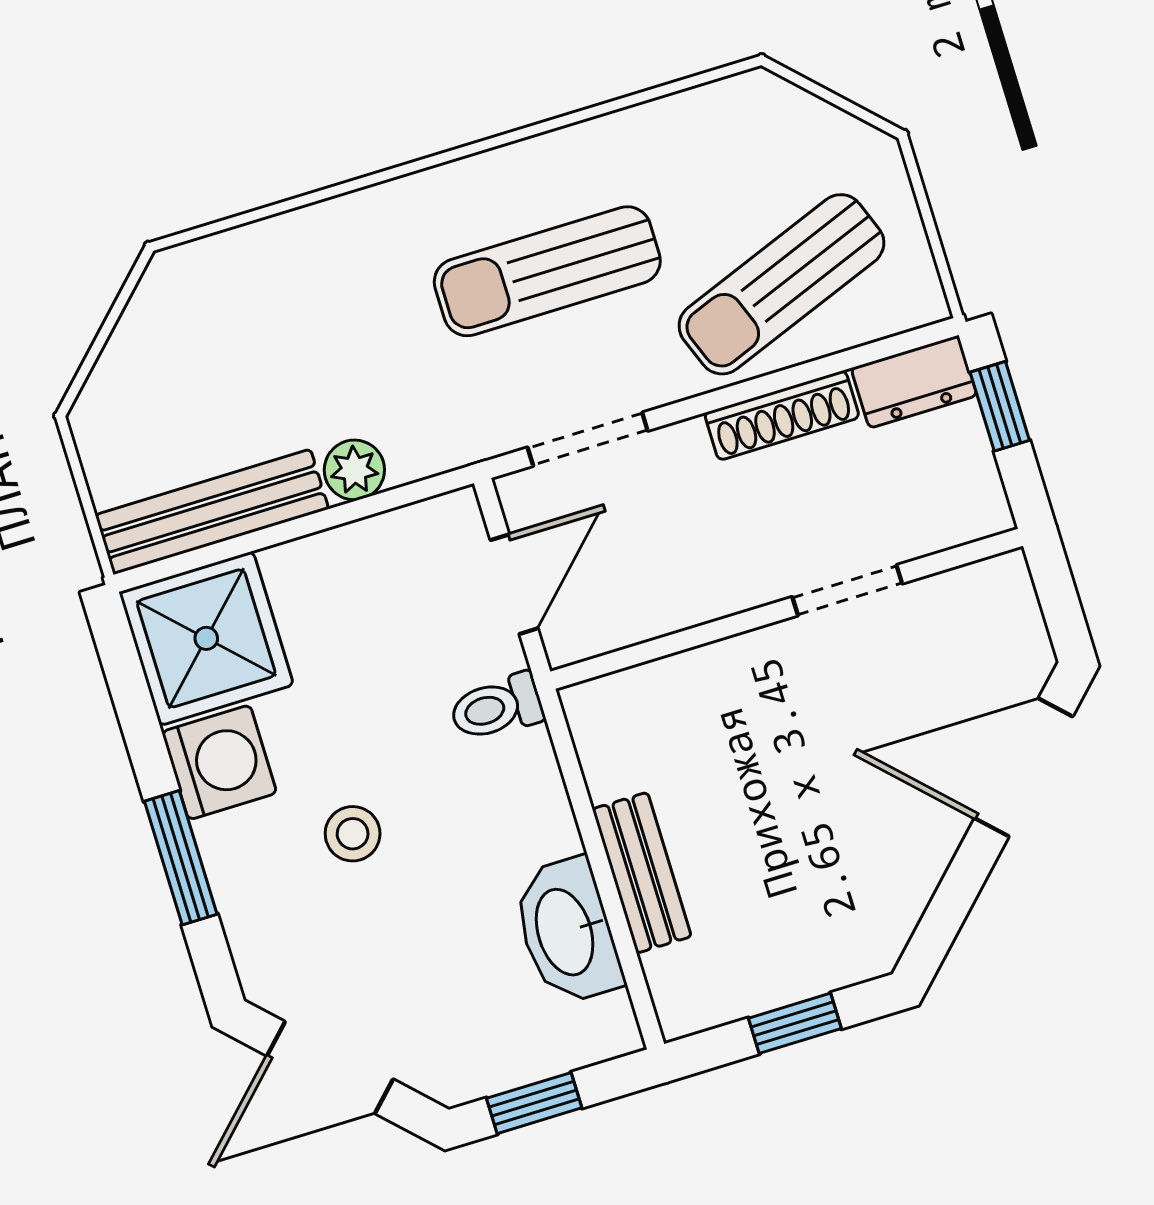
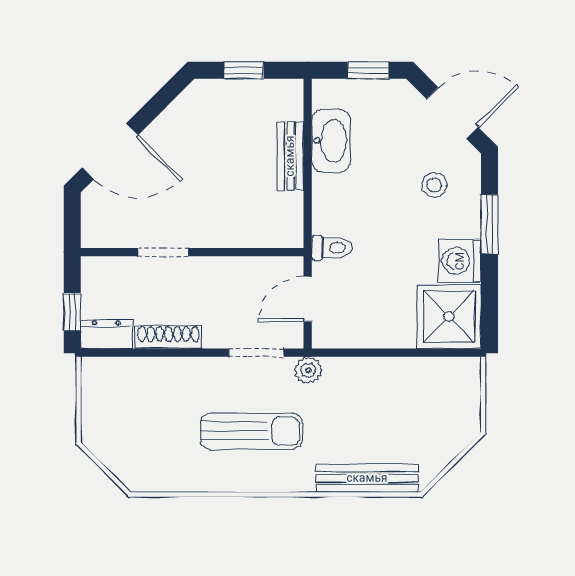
sun lounger: (781, 284) -> (151, 394), removed
plant: (354, 470) -> (308, 370), moved
bench: (212, 512) -> (367, 478), moved
stool: (353, 834) -> (434, 185), moved

